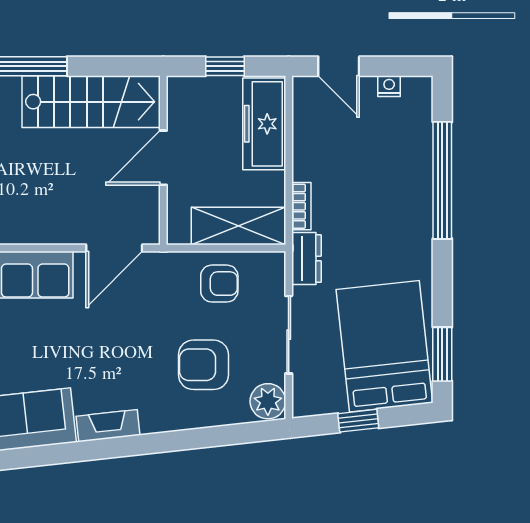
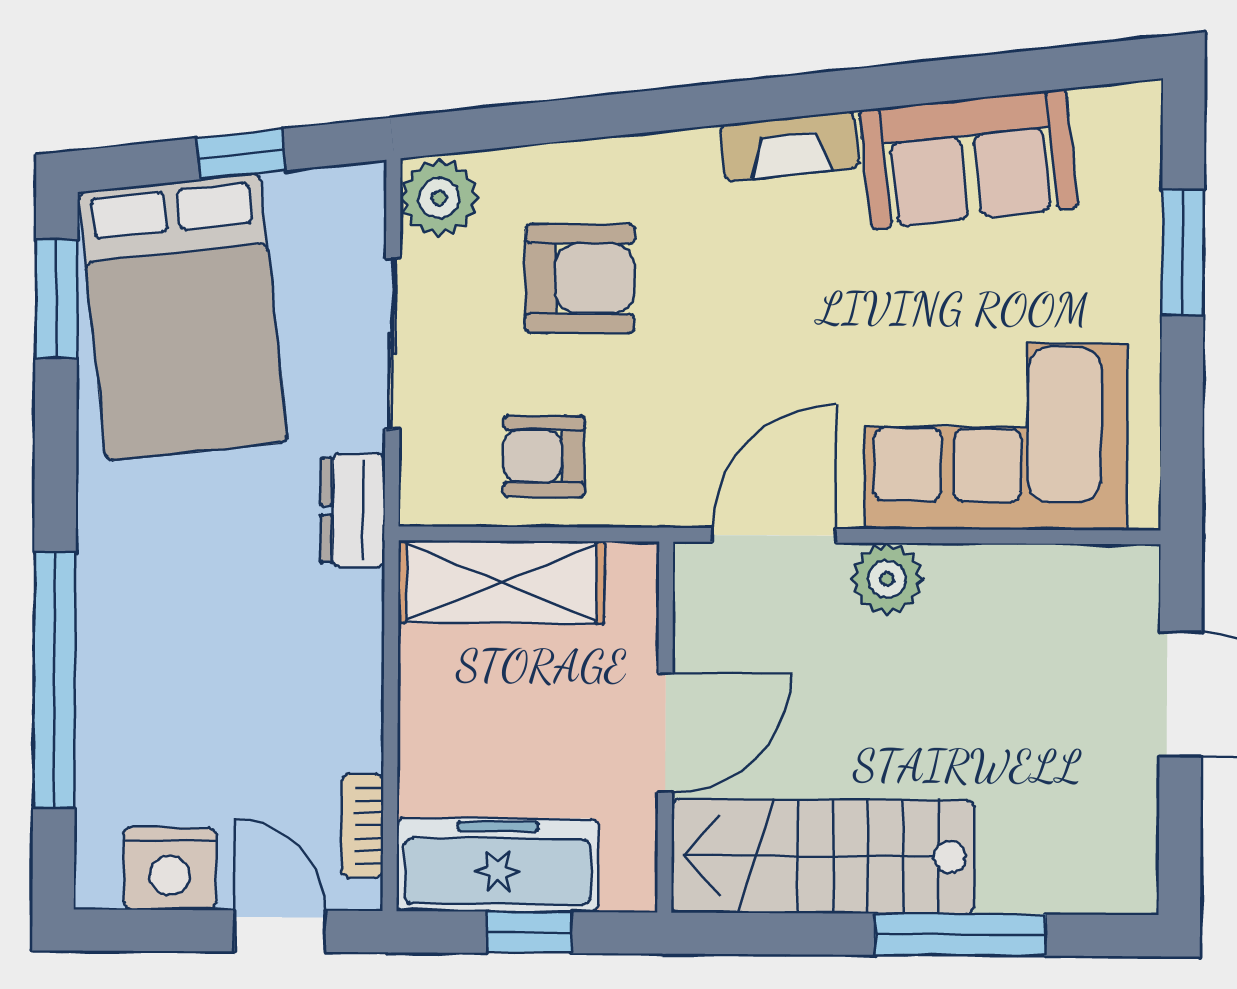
nightstand: (389, 86) -> (170, 869), width x1.89, depth x1.79
freezer: (264, 124) -> (498, 865), moved, turned -90
bookcase: (301, 206) -> (362, 826), moved
plant: (62, 228) -> (887, 579), added

